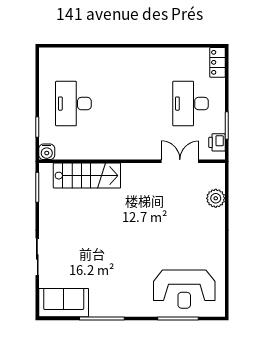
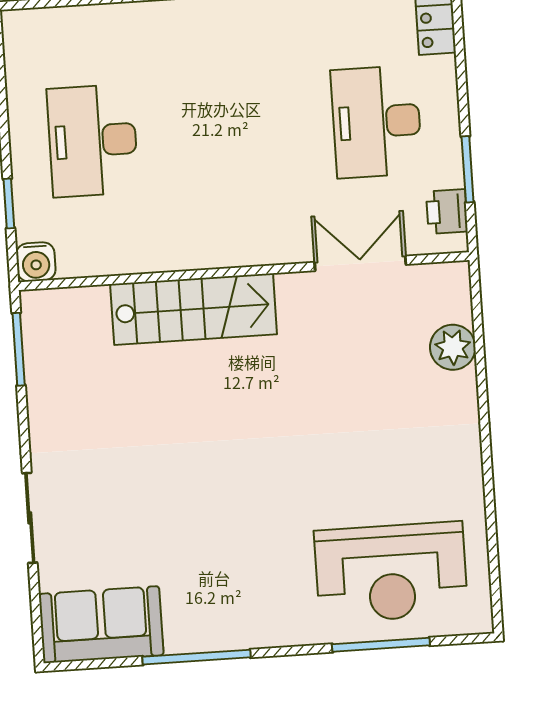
stairs: (87, 176) -> (194, 309), moved

